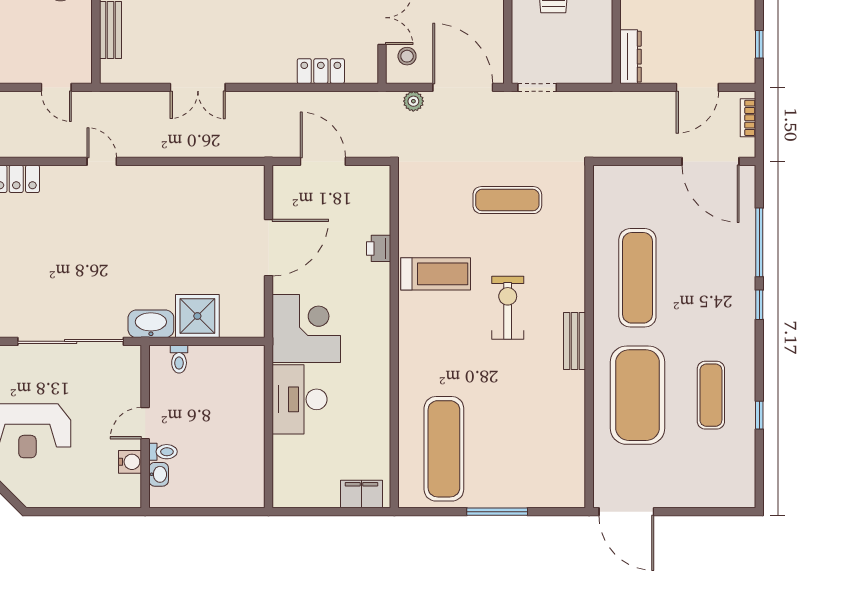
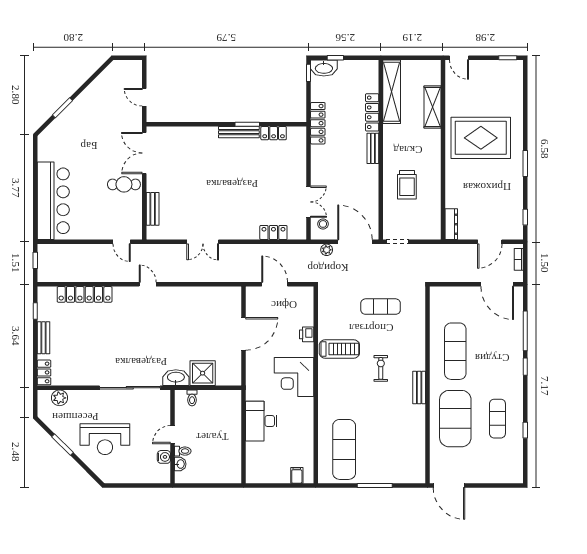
exercise bike: (508, 308) -> (381, 368), width x0.73, depth x0.72
corner desk: (306, 328) -> (294, 377), moved, turned 180
filing cabinet: (361, 494) -> (297, 475), width x0.50

